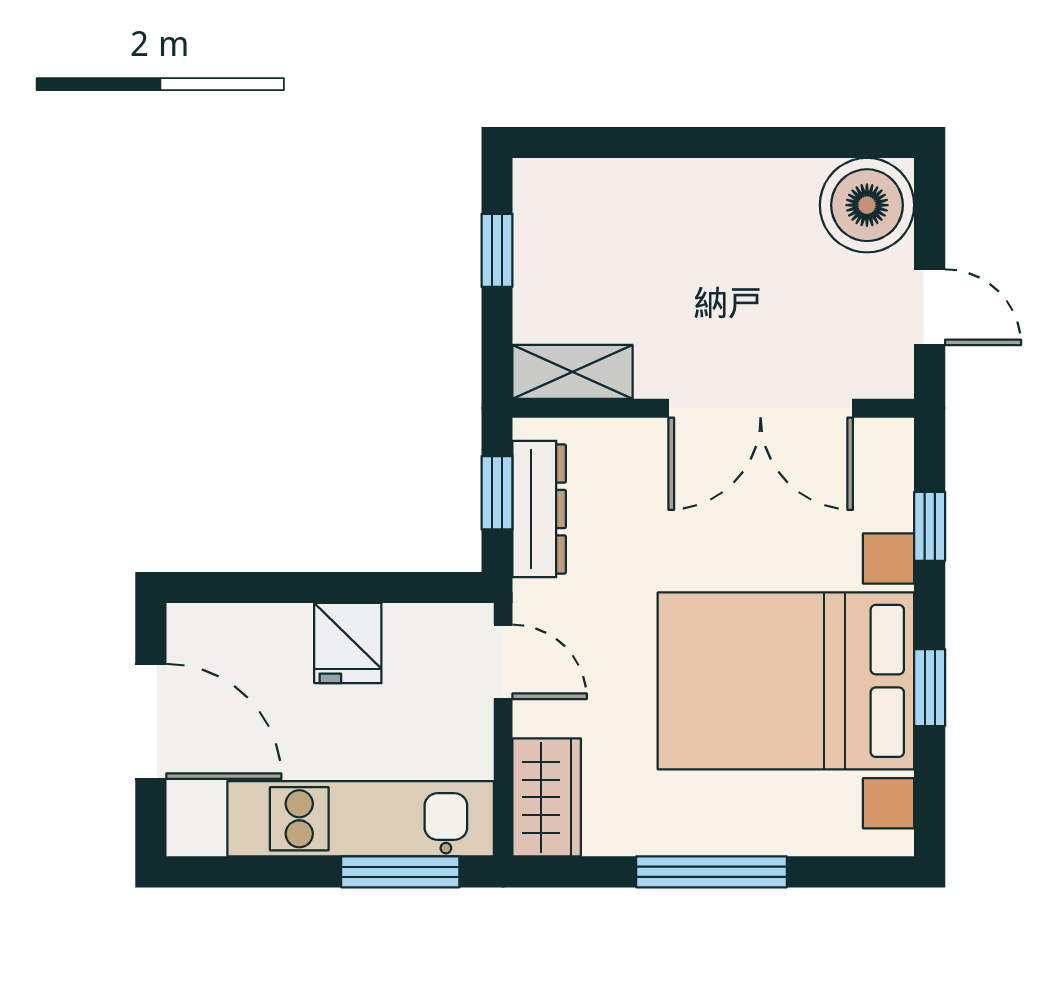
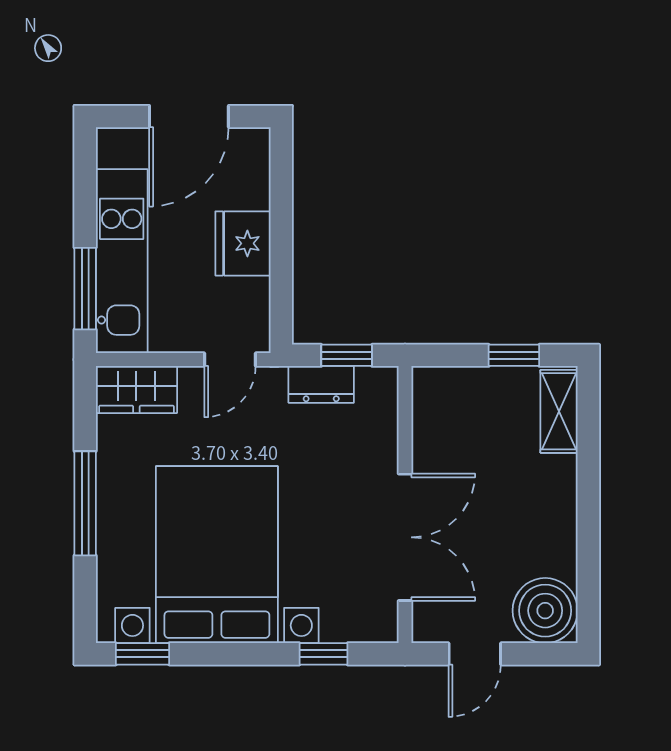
shelving: (573, 372) -> (559, 411), moved
double door: (761, 408) -> (405, 537), swing flipped
dresser: (539, 509) -> (321, 384), width x0.70
fridge: (348, 643) -> (243, 243), width x1.38
window: (930, 688) -> (142, 654), moved

